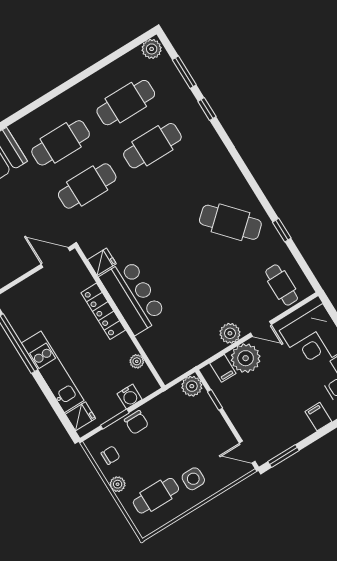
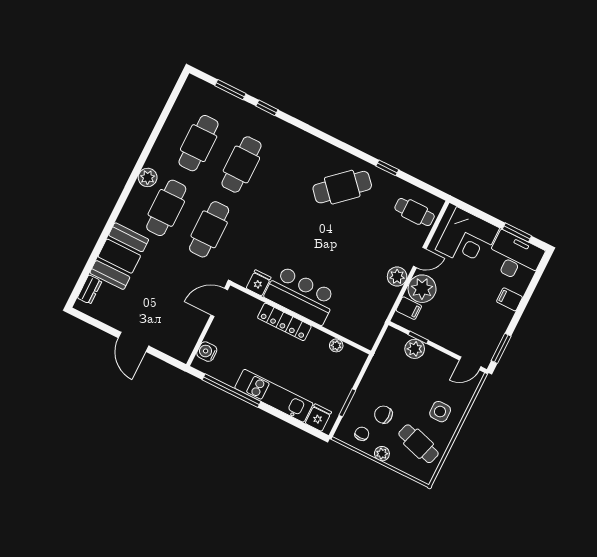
plant: (152, 49) -> (148, 177), moved
plant: (192, 386) -> (415, 349), moved
water cooler: (130, 397) -> (207, 352), moved, turned 180
chair: (136, 422) -> (383, 415), moved, turned 180
cafe table: (156, 496) -> (419, 444), turned -73

